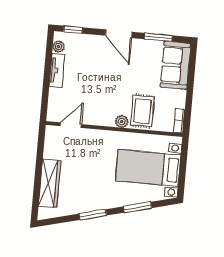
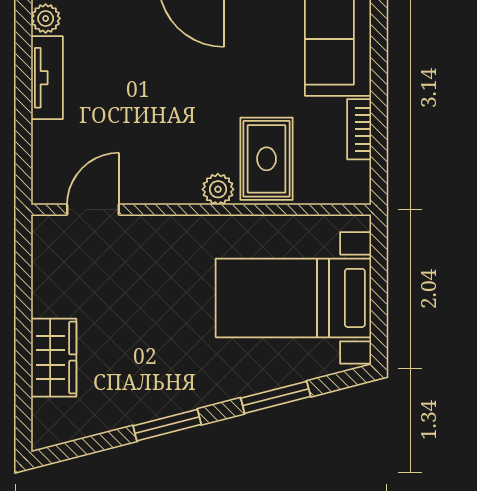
bookcase: (179, 121) -> (359, 129), moved
wardrobe: (50, 183) -> (54, 358), width x0.67

